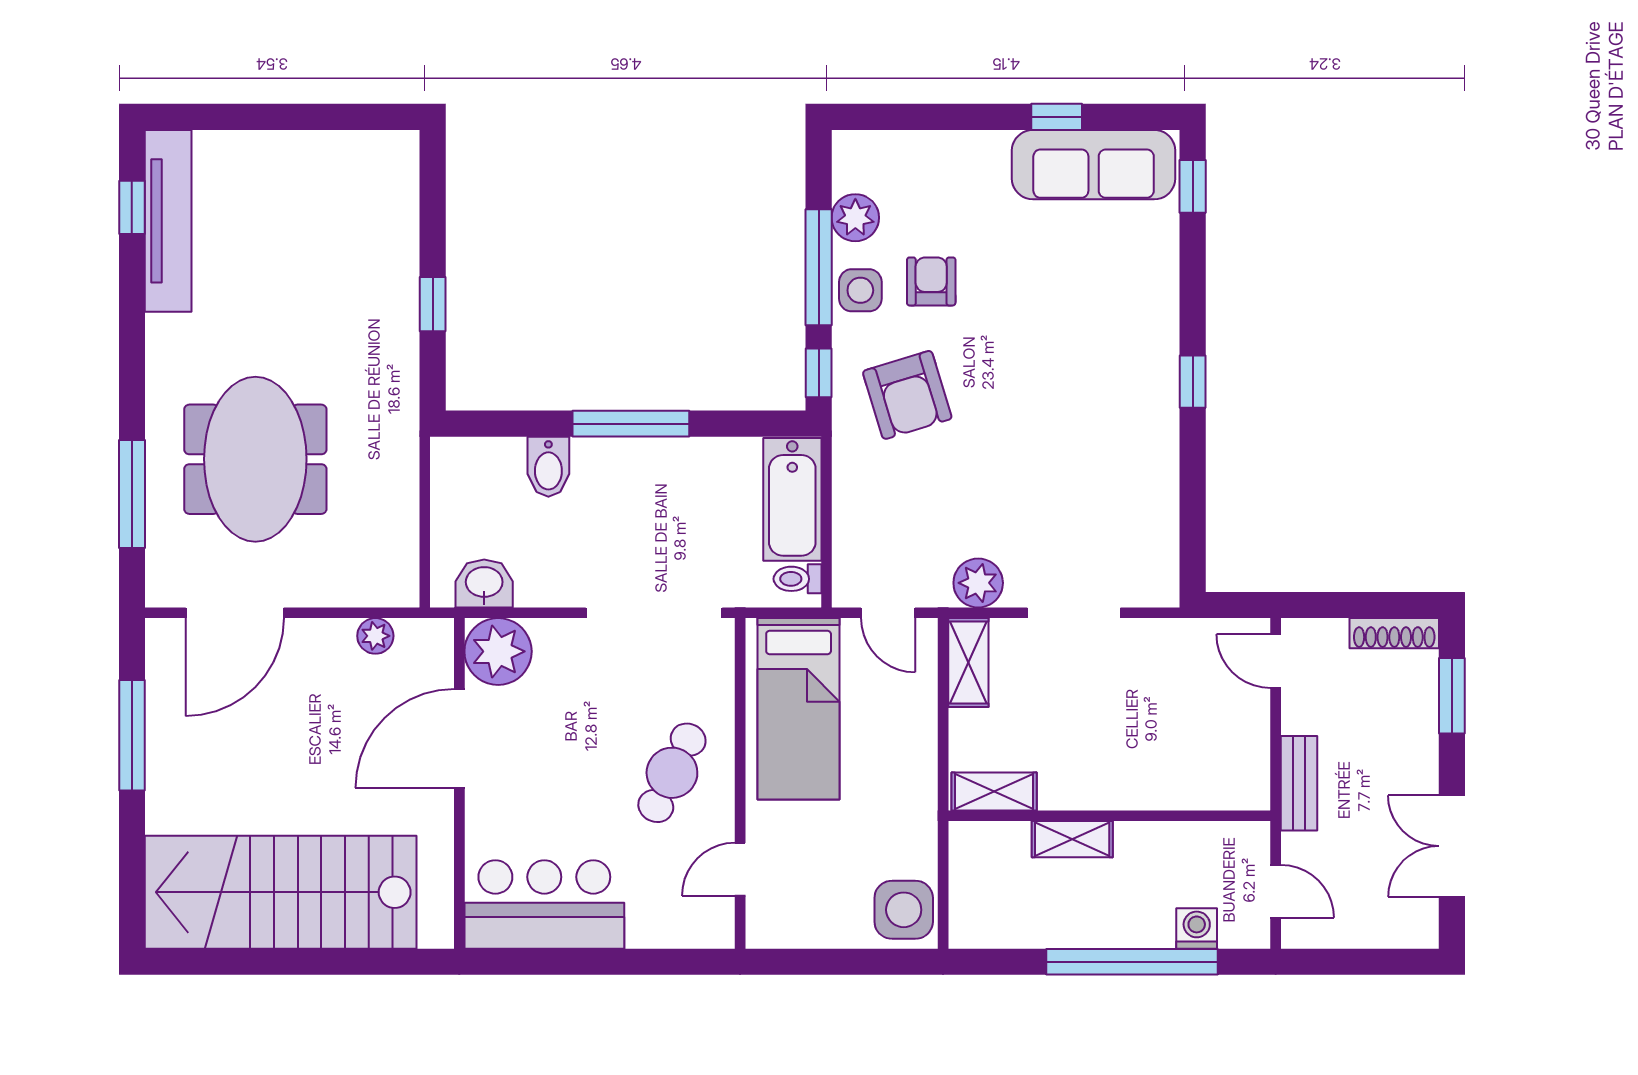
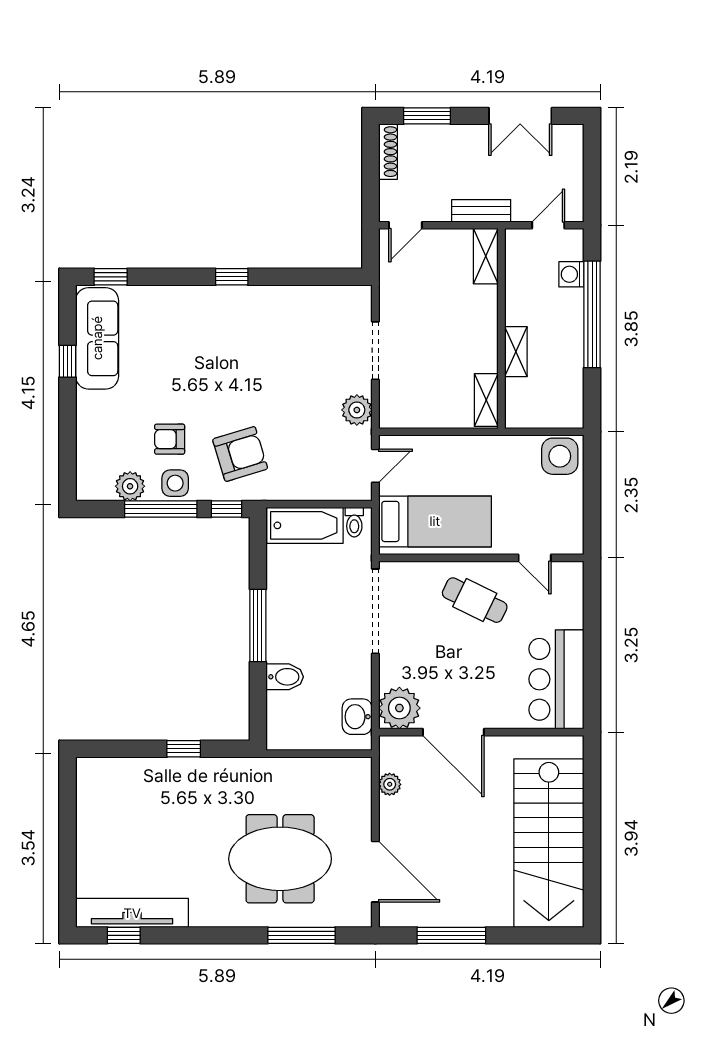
shelving: (968, 662) -> (486, 256), moved, turned 90

